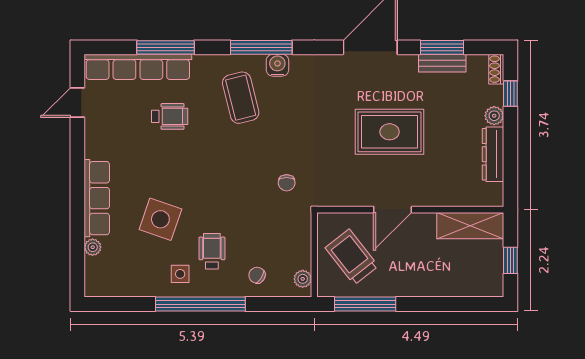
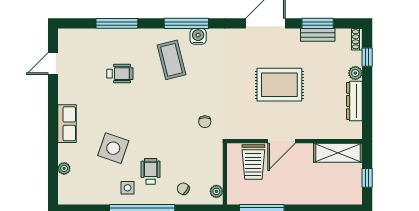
row of seats: (138, 67) -> (97, 38), removed
row of seats: (97, 198) -> (67, 124), width x0.68
trolley: (352, 257) -> (253, 162), moved, turned -142

